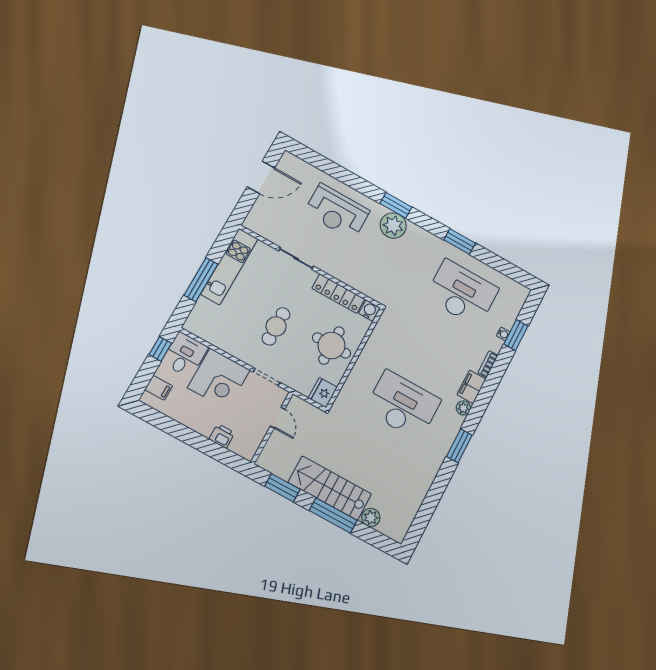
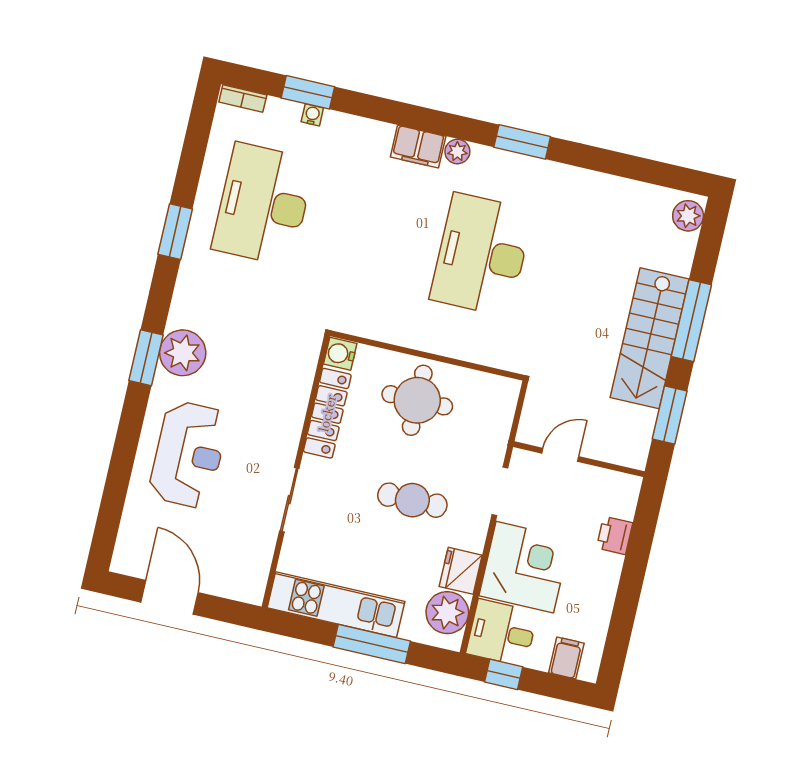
plant: (206, 327) -> (447, 613), added
bookcase: (488, 364) -> (243, 99), moved
fridge: (323, 393) -> (461, 571), moved, turned 90
plant: (371, 518) -> (688, 216), moved

